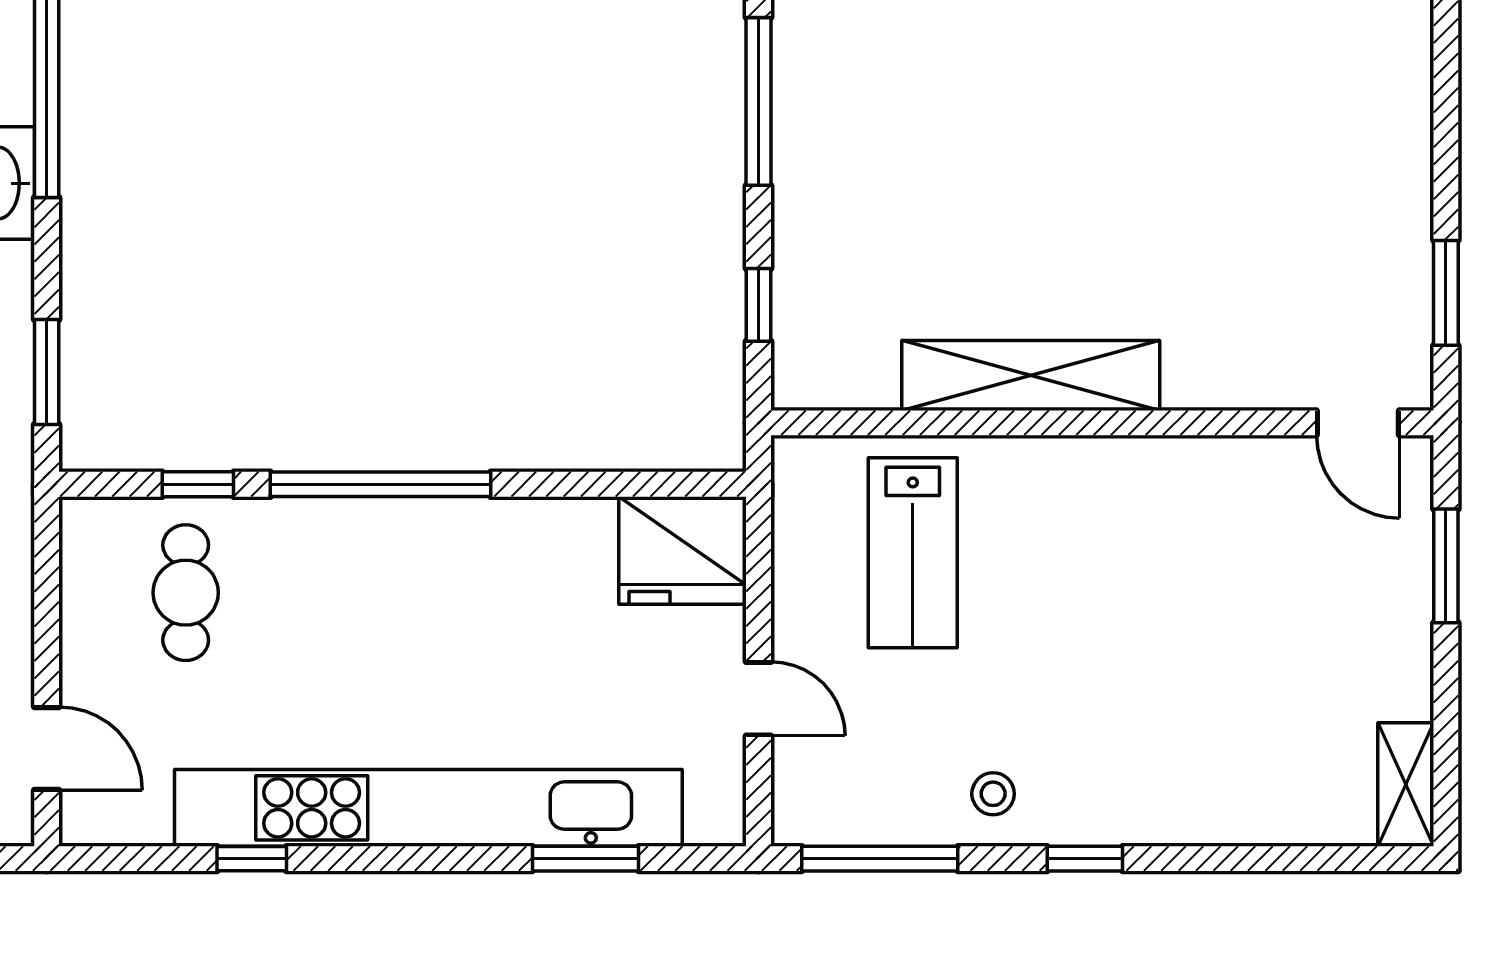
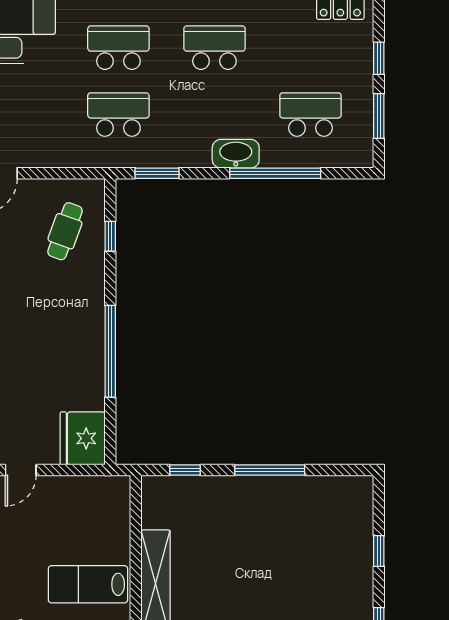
window: (380, 484) -> (110, 351), moved
lab bench: (913, 553) -> (88, 584), moved
cafe table: (186, 593) -> (65, 231), turned -70

